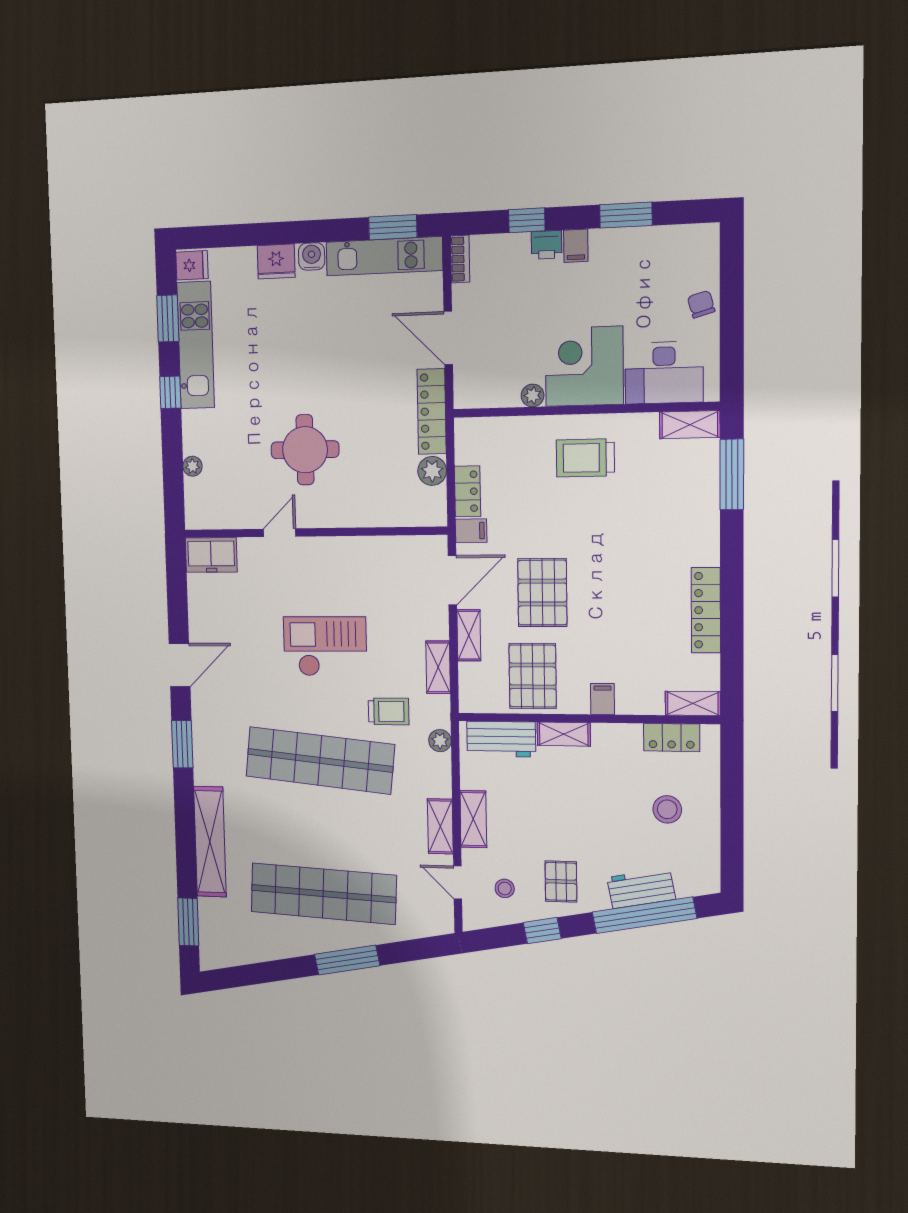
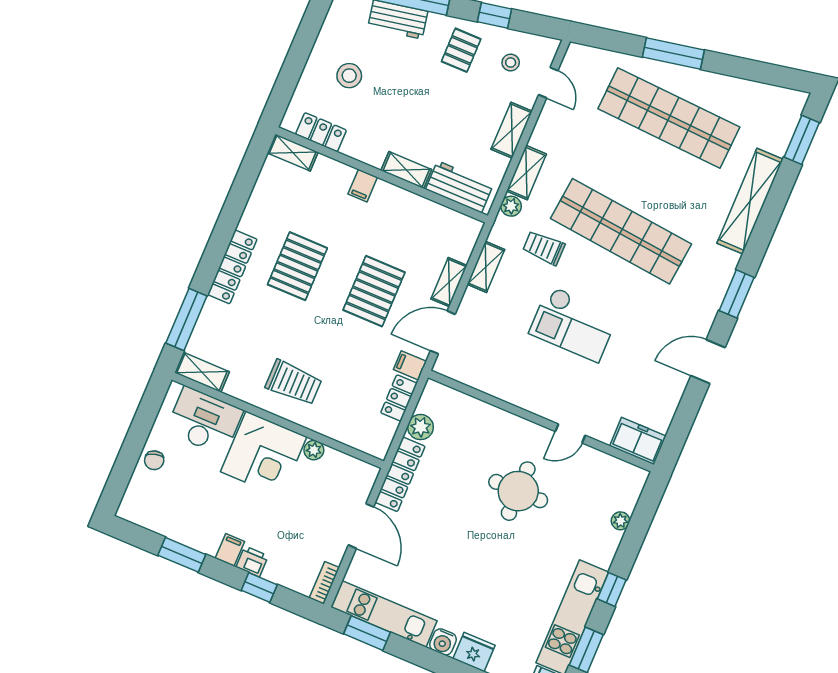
locker: (706, 610) -> (232, 267), moved
pallet: (533, 676) -> (297, 266), moved
shelving: (440, 826) -> (526, 173), moved

